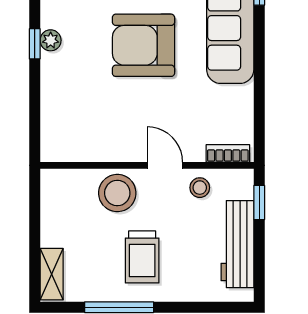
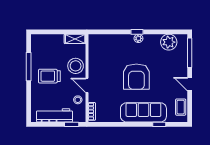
armchair: (143, 45) -> (136, 77), turned 180
door: (165, 165) -> (87, 85), swing flipped
shelving: (52, 274) -> (75, 39), moved

